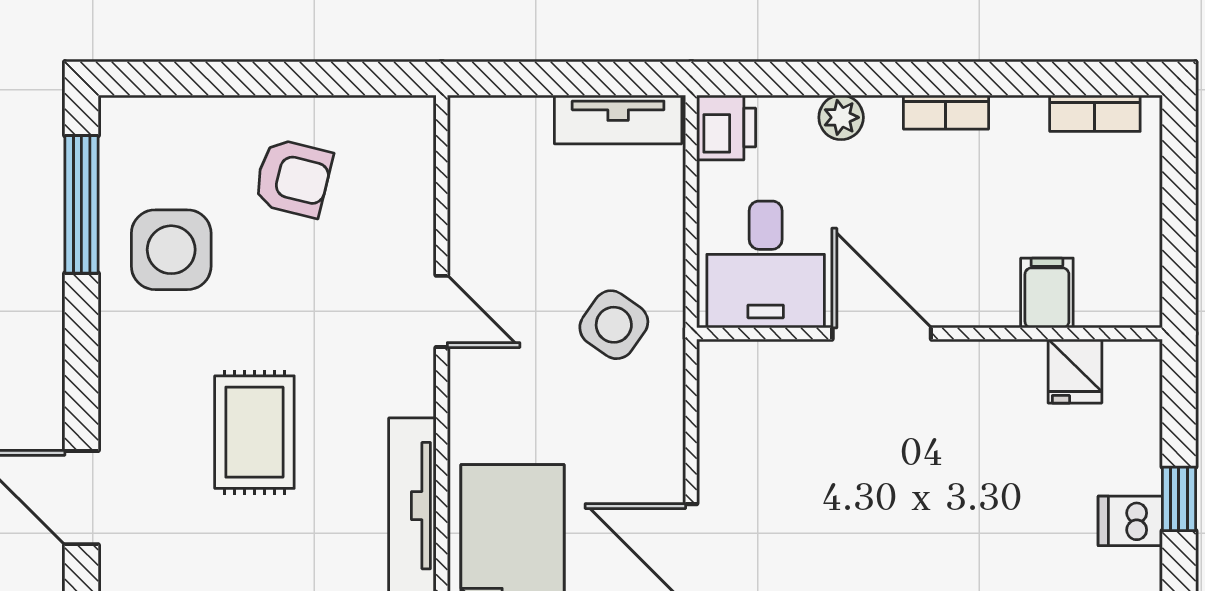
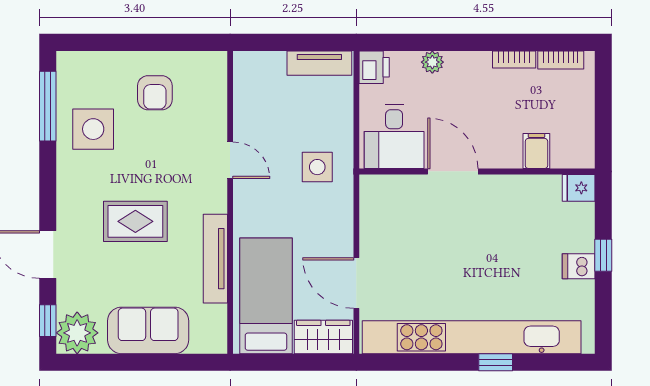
bookcase: (946, 112) -> (514, 59), moved
armchair: (293, 178) -> (155, 93), turned 76
side table: (614, 325) -> (317, 167), turned -35
fridge: (1075, 371) -> (579, 188), moved, turned 90
rug: (254, 432) -> (135, 221), turned 90

